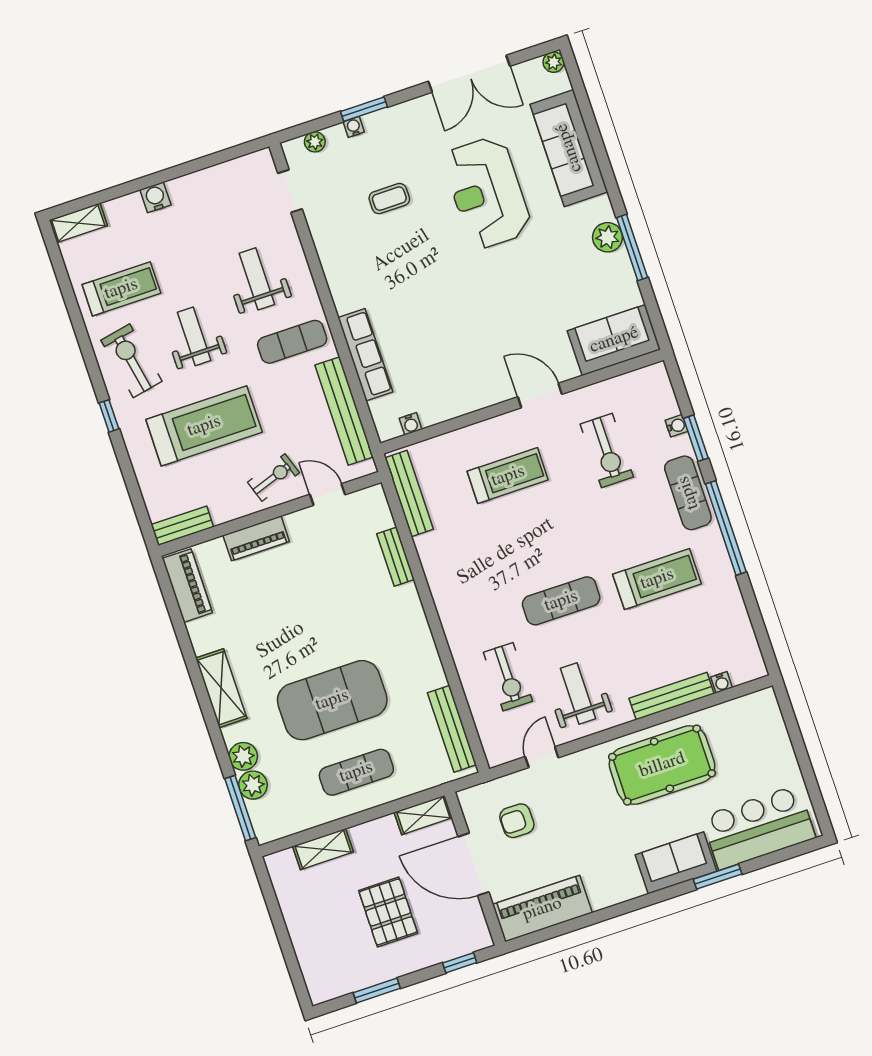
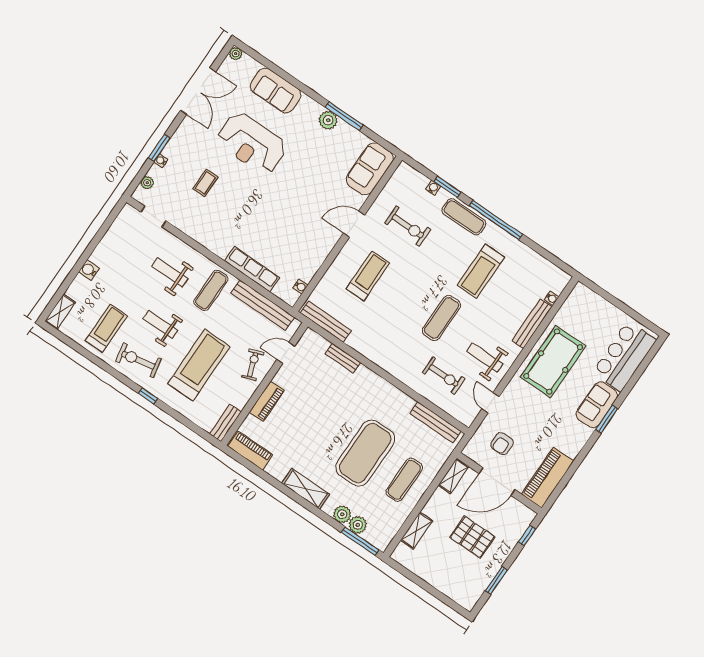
sofa: (569, 148) -> (276, 90), width x0.73
treadmill: (657, 579) -> (481, 271), turned 180
window: (718, 877) -> (607, 419), moved

